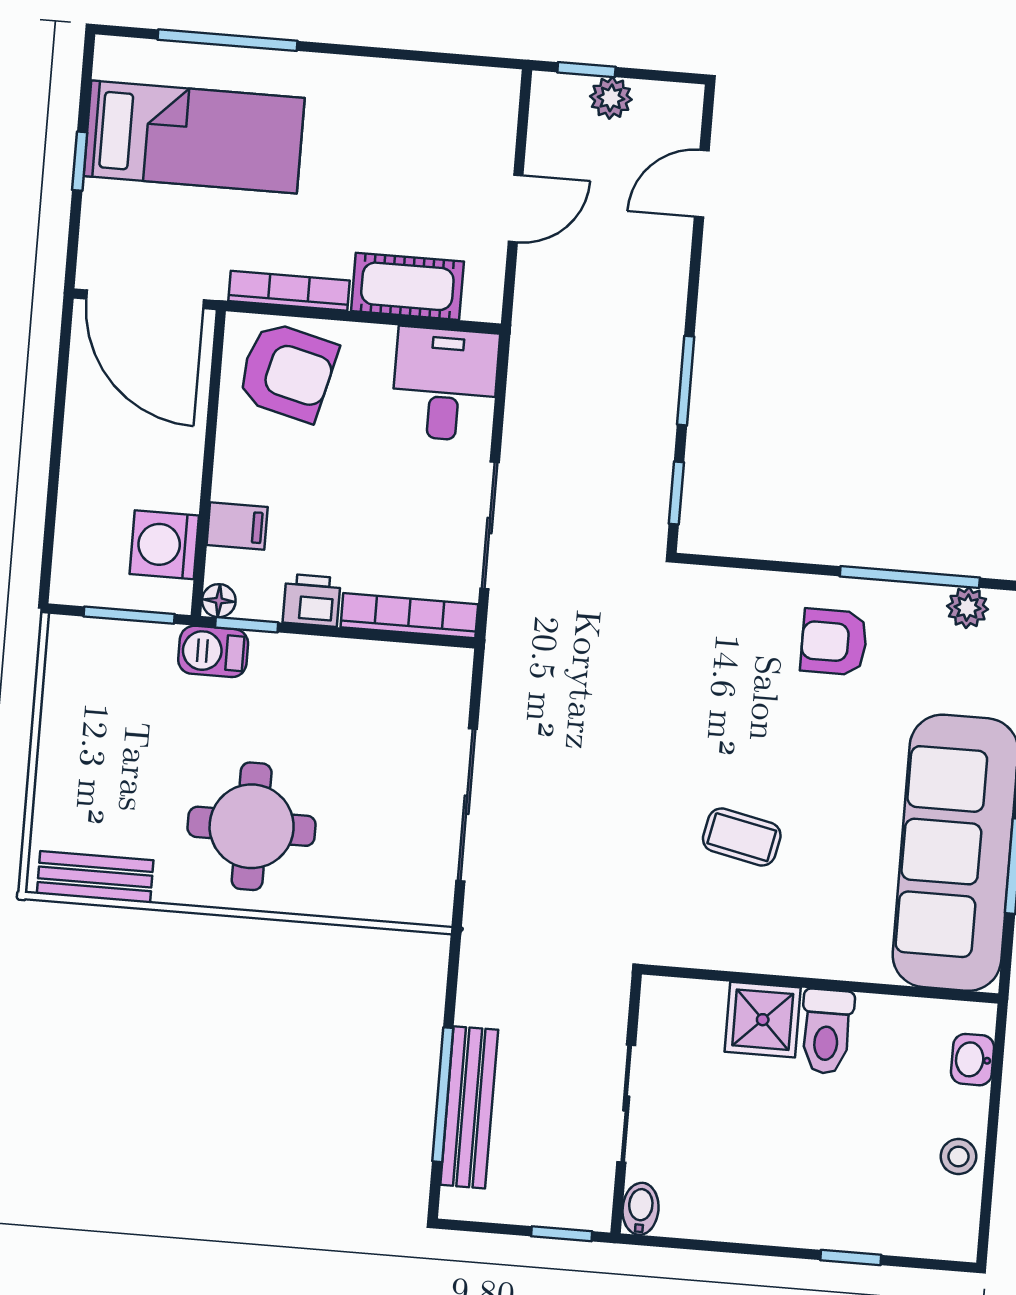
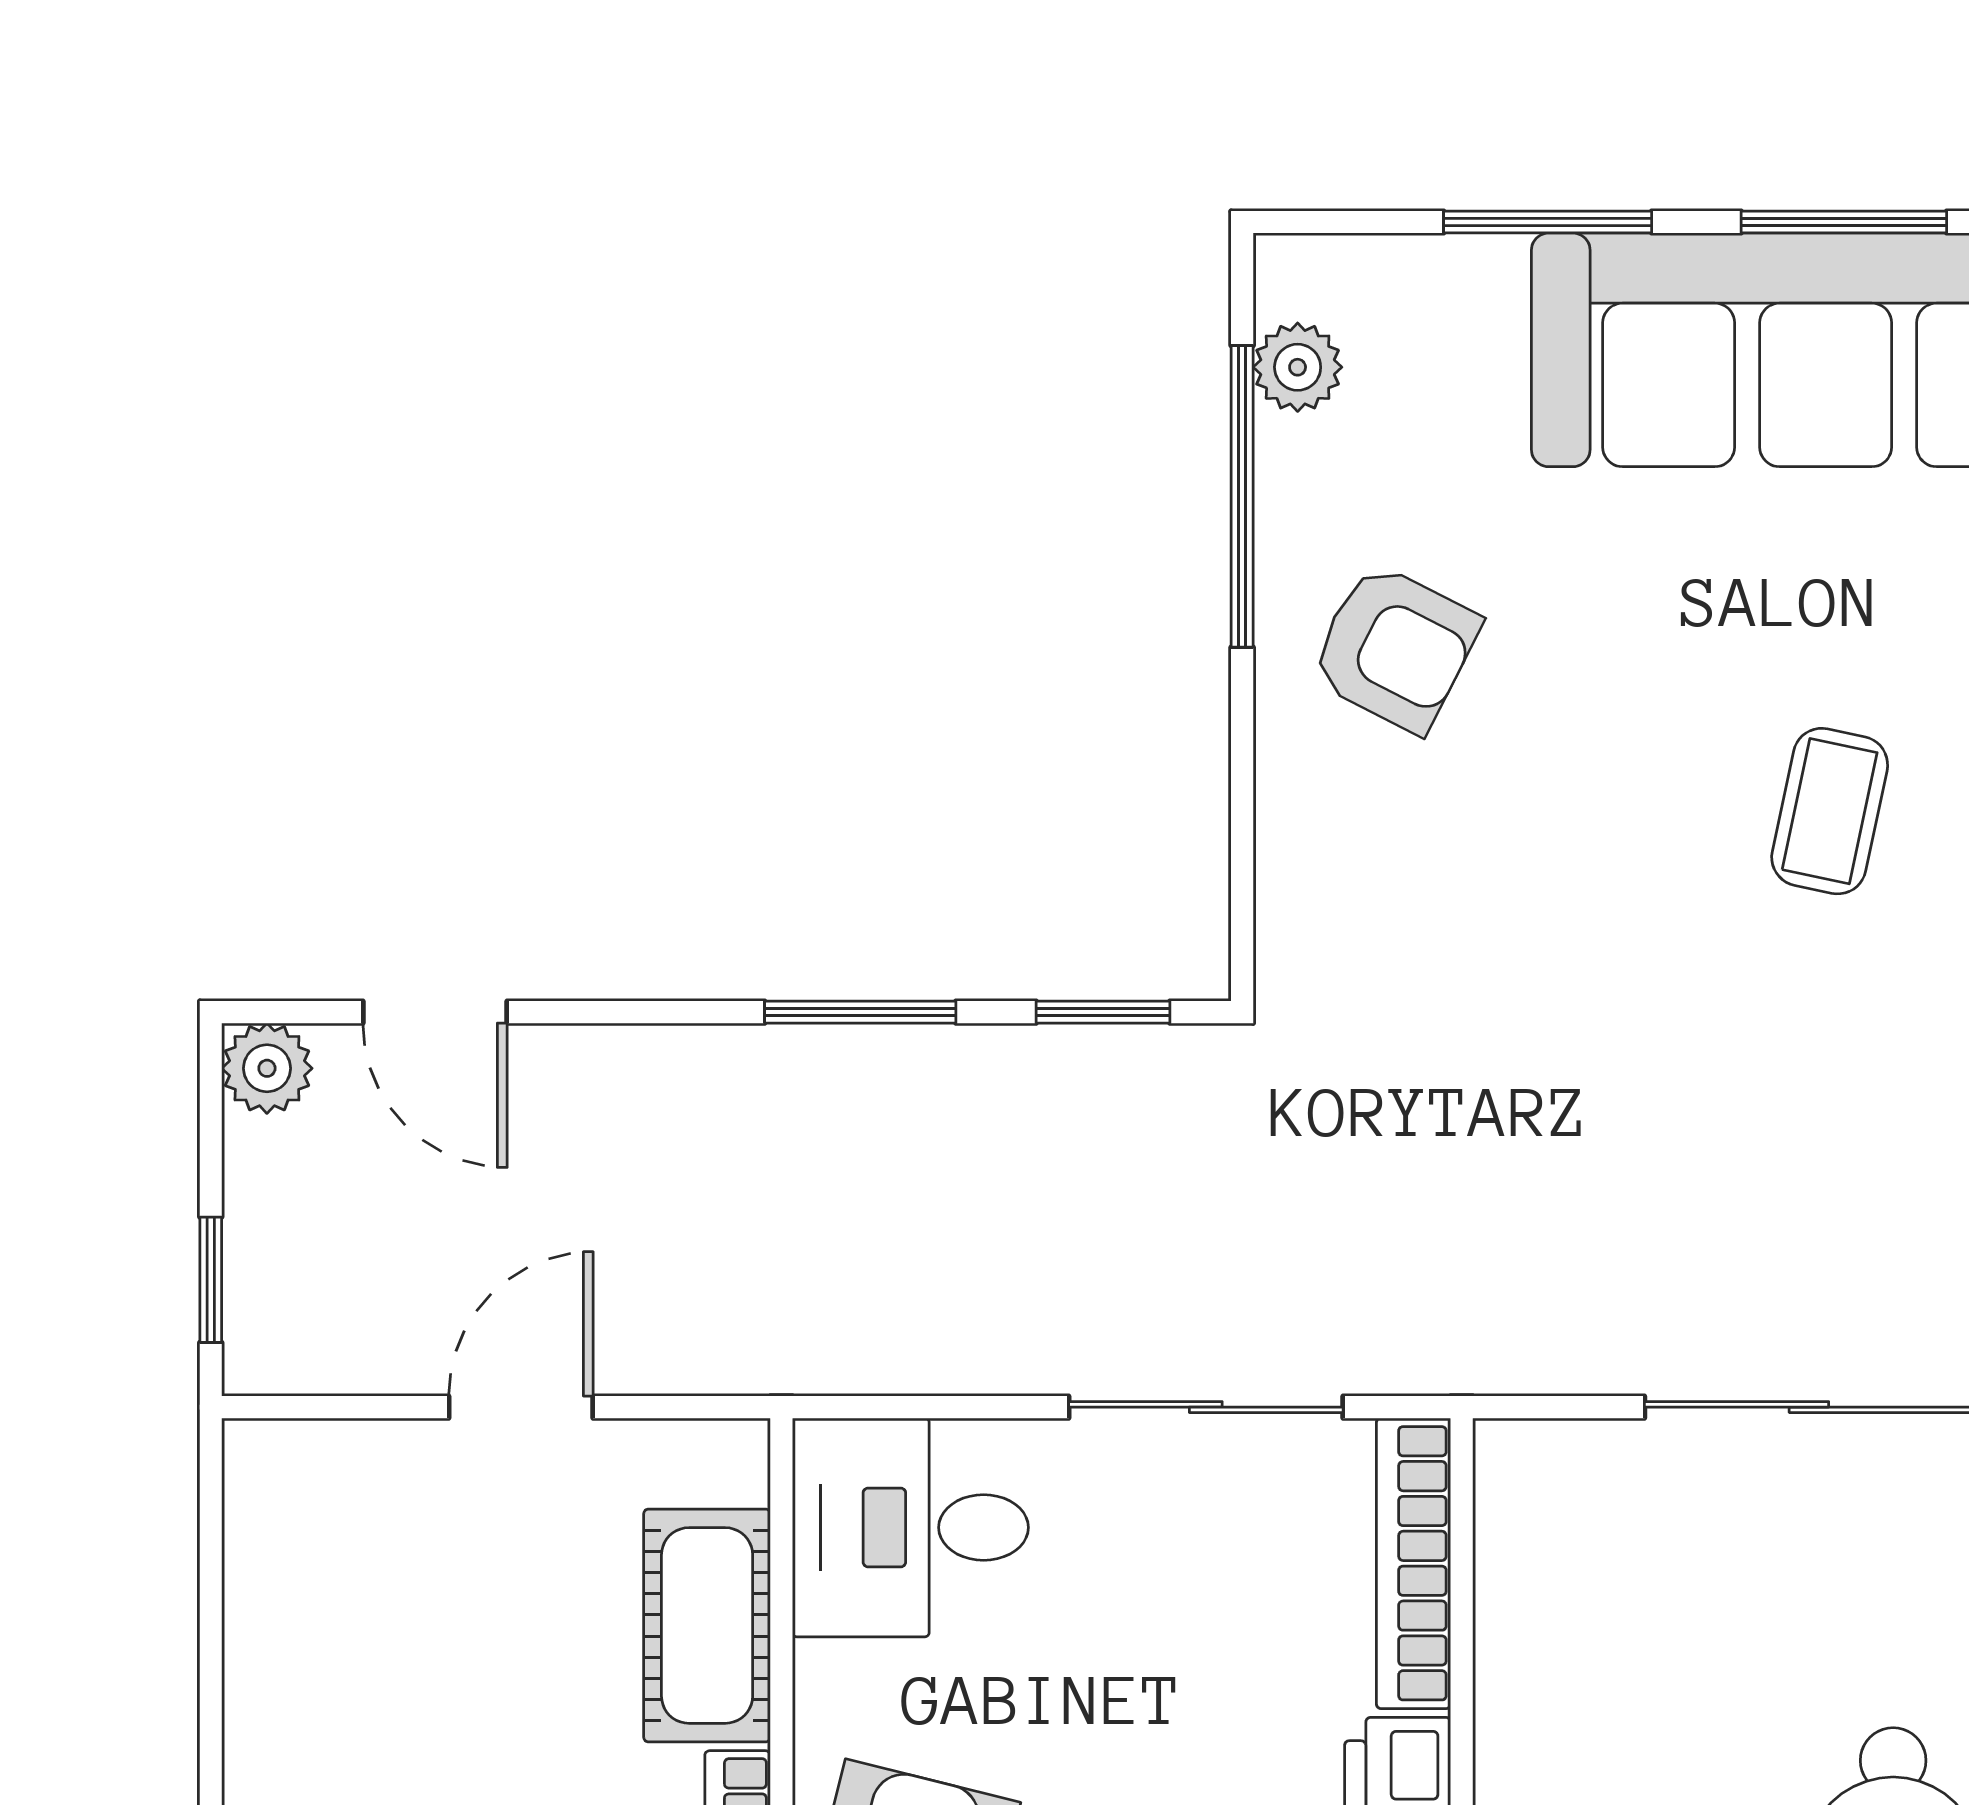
plant: (611, 98) -> (267, 1068), moved
door: (516, 208) -> (521, 1407), hinge flipped
armchair: (834, 642) -> (1395, 648), turned -63

